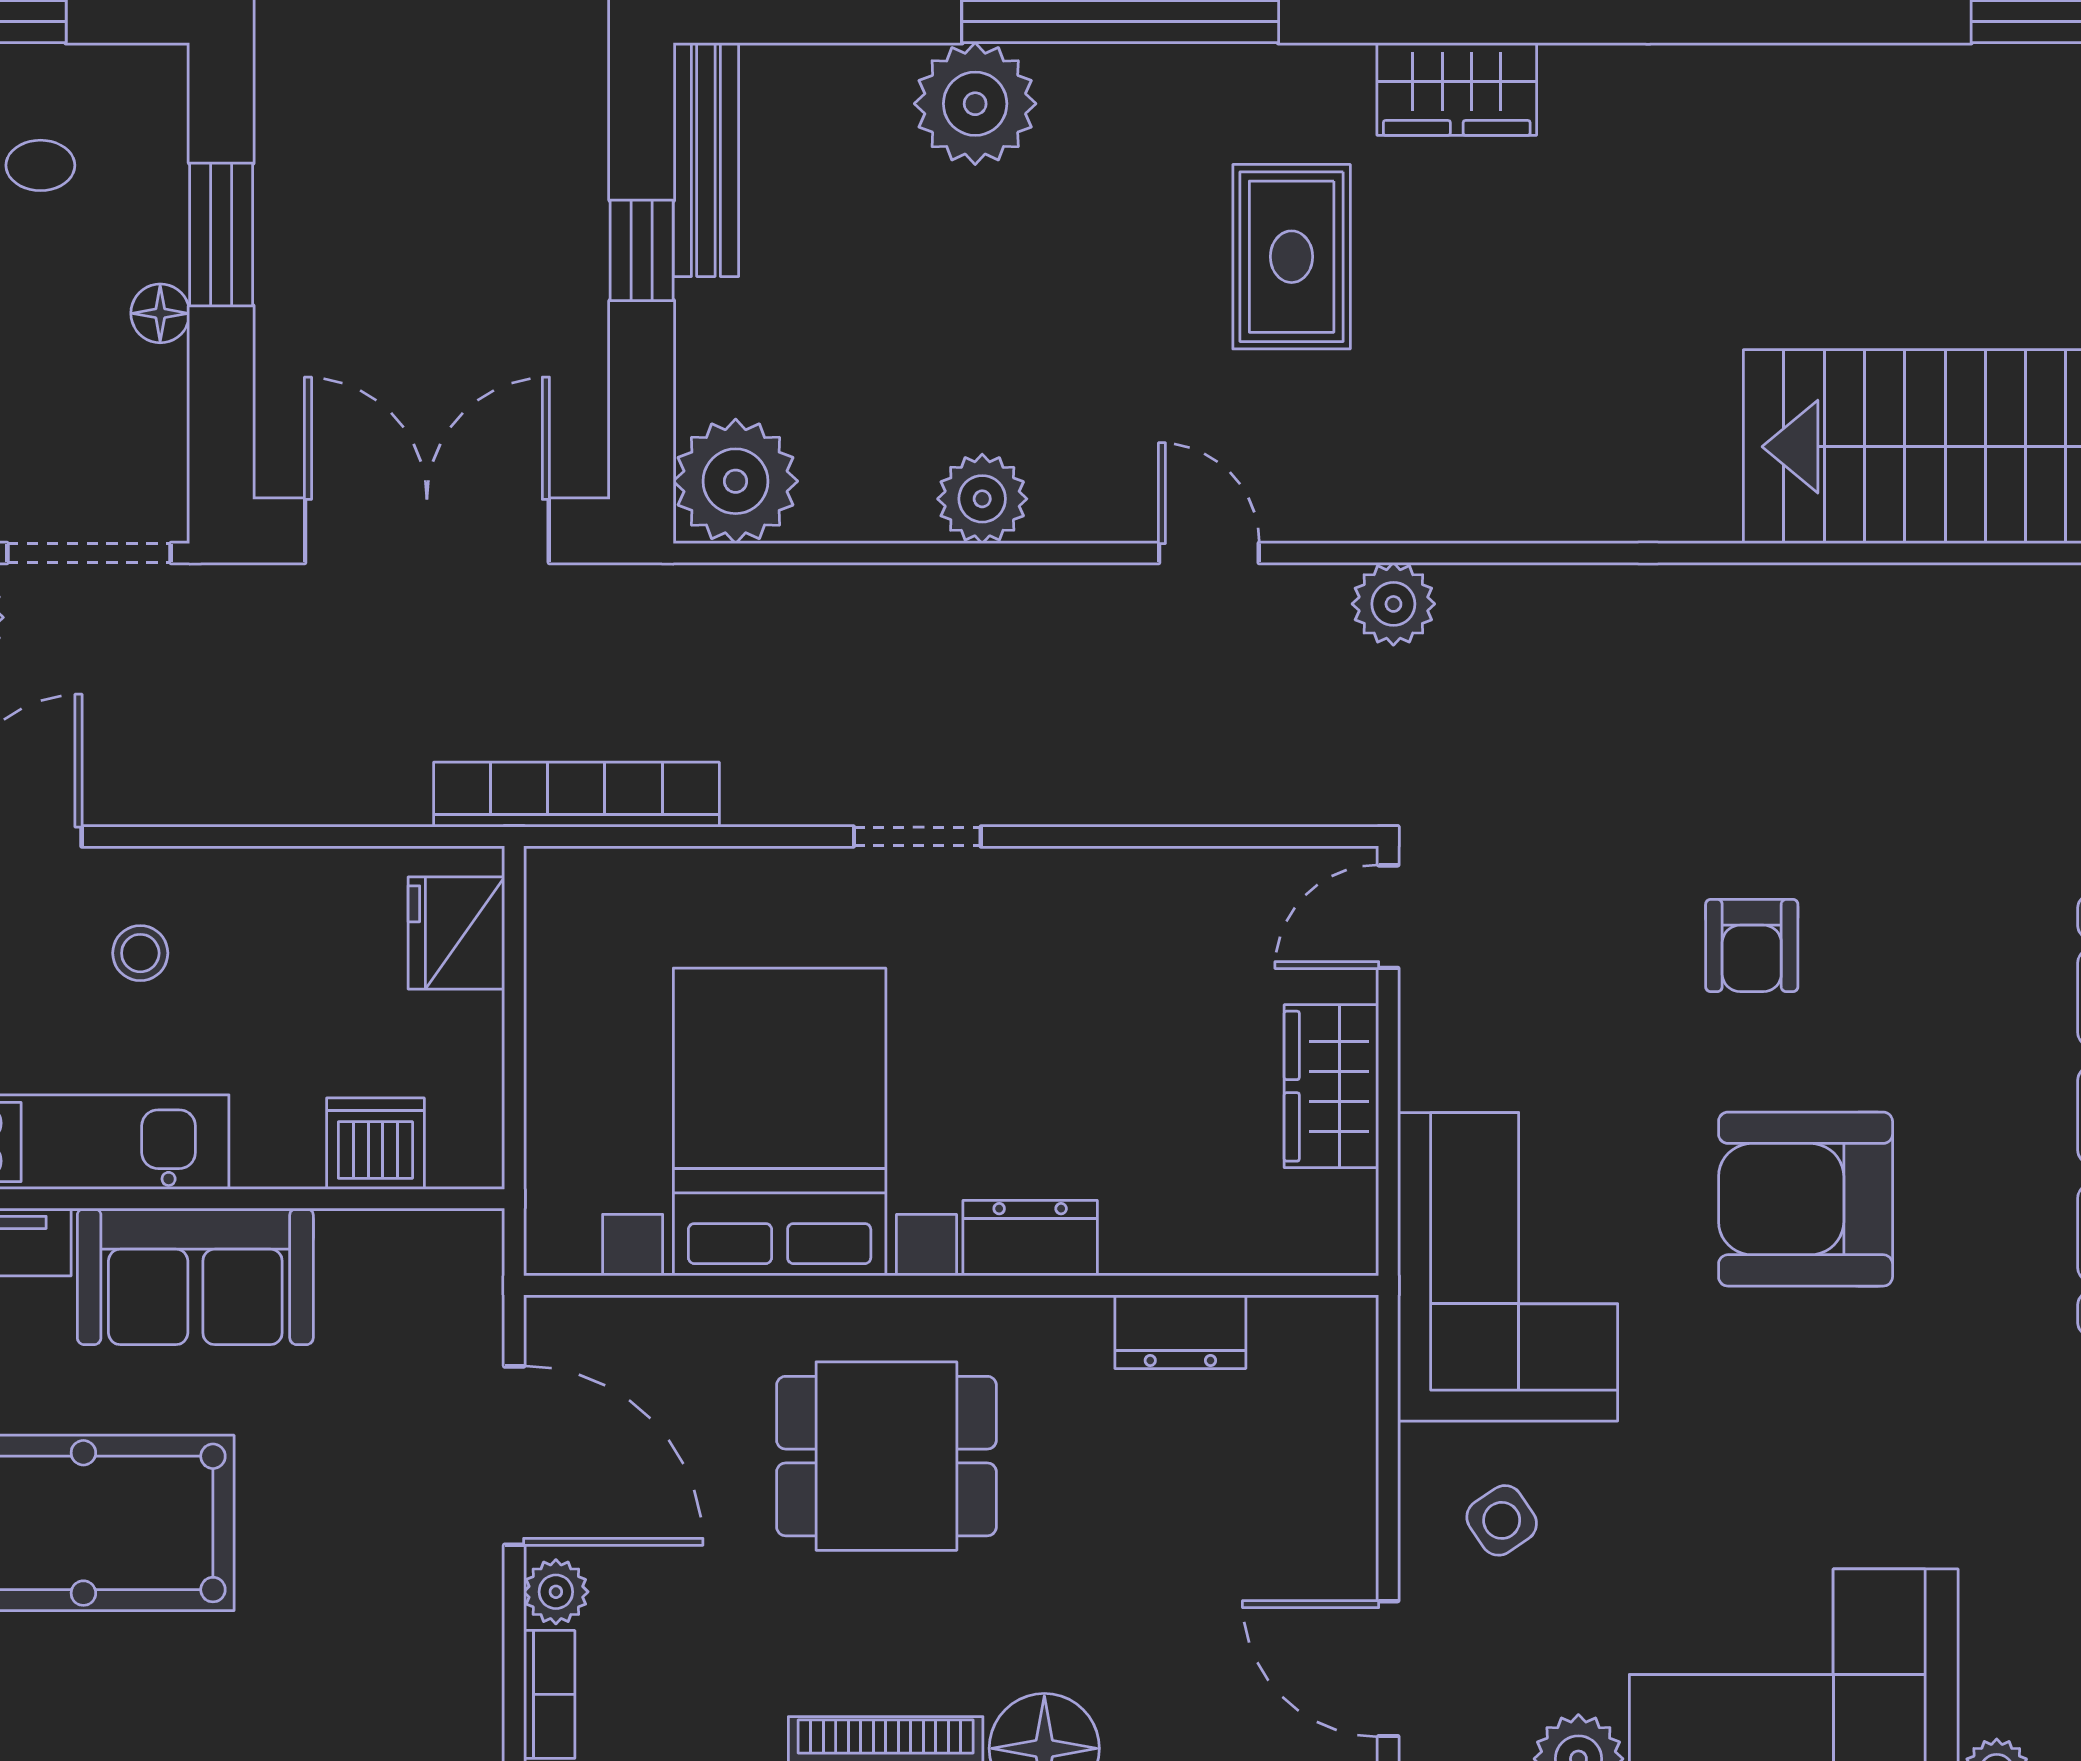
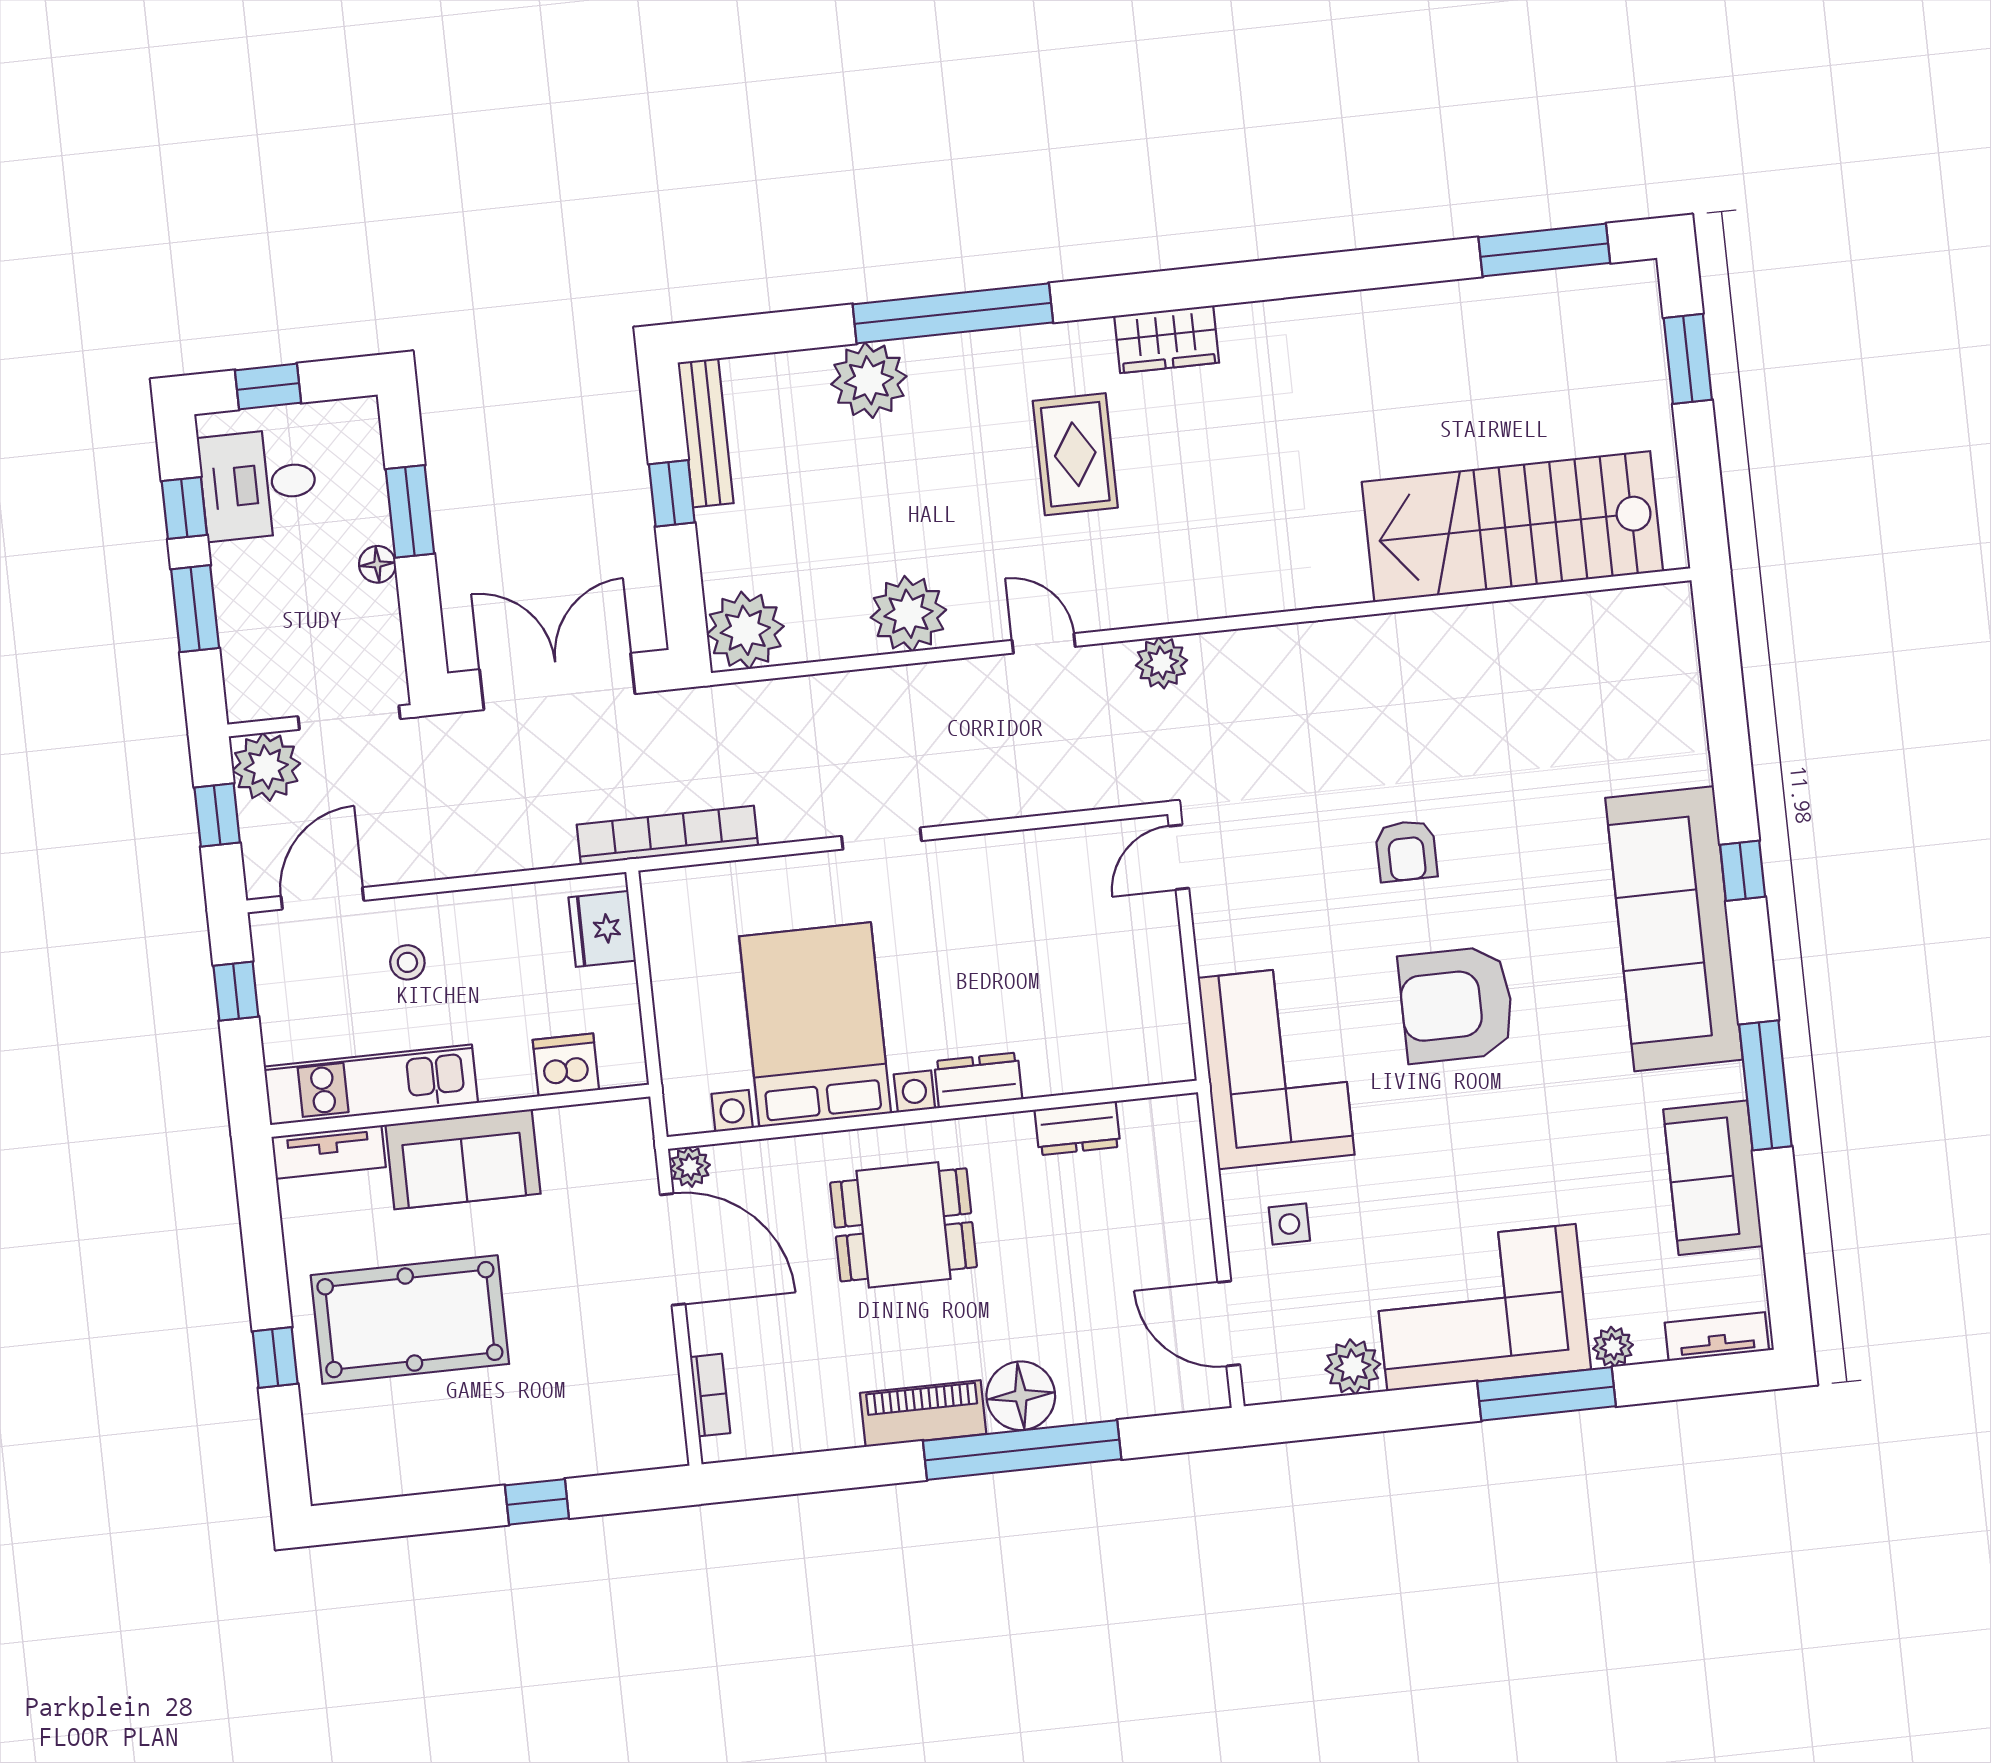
plant: (982, 499) -> (908, 614), width x1.36, depth x1.36
wardrobe: (1331, 1086) -> (1155, 966), removed
side table: (1502, 1520) -> (1289, 1224), turned 34
plant: (556, 1592) -> (690, 1167), moved

